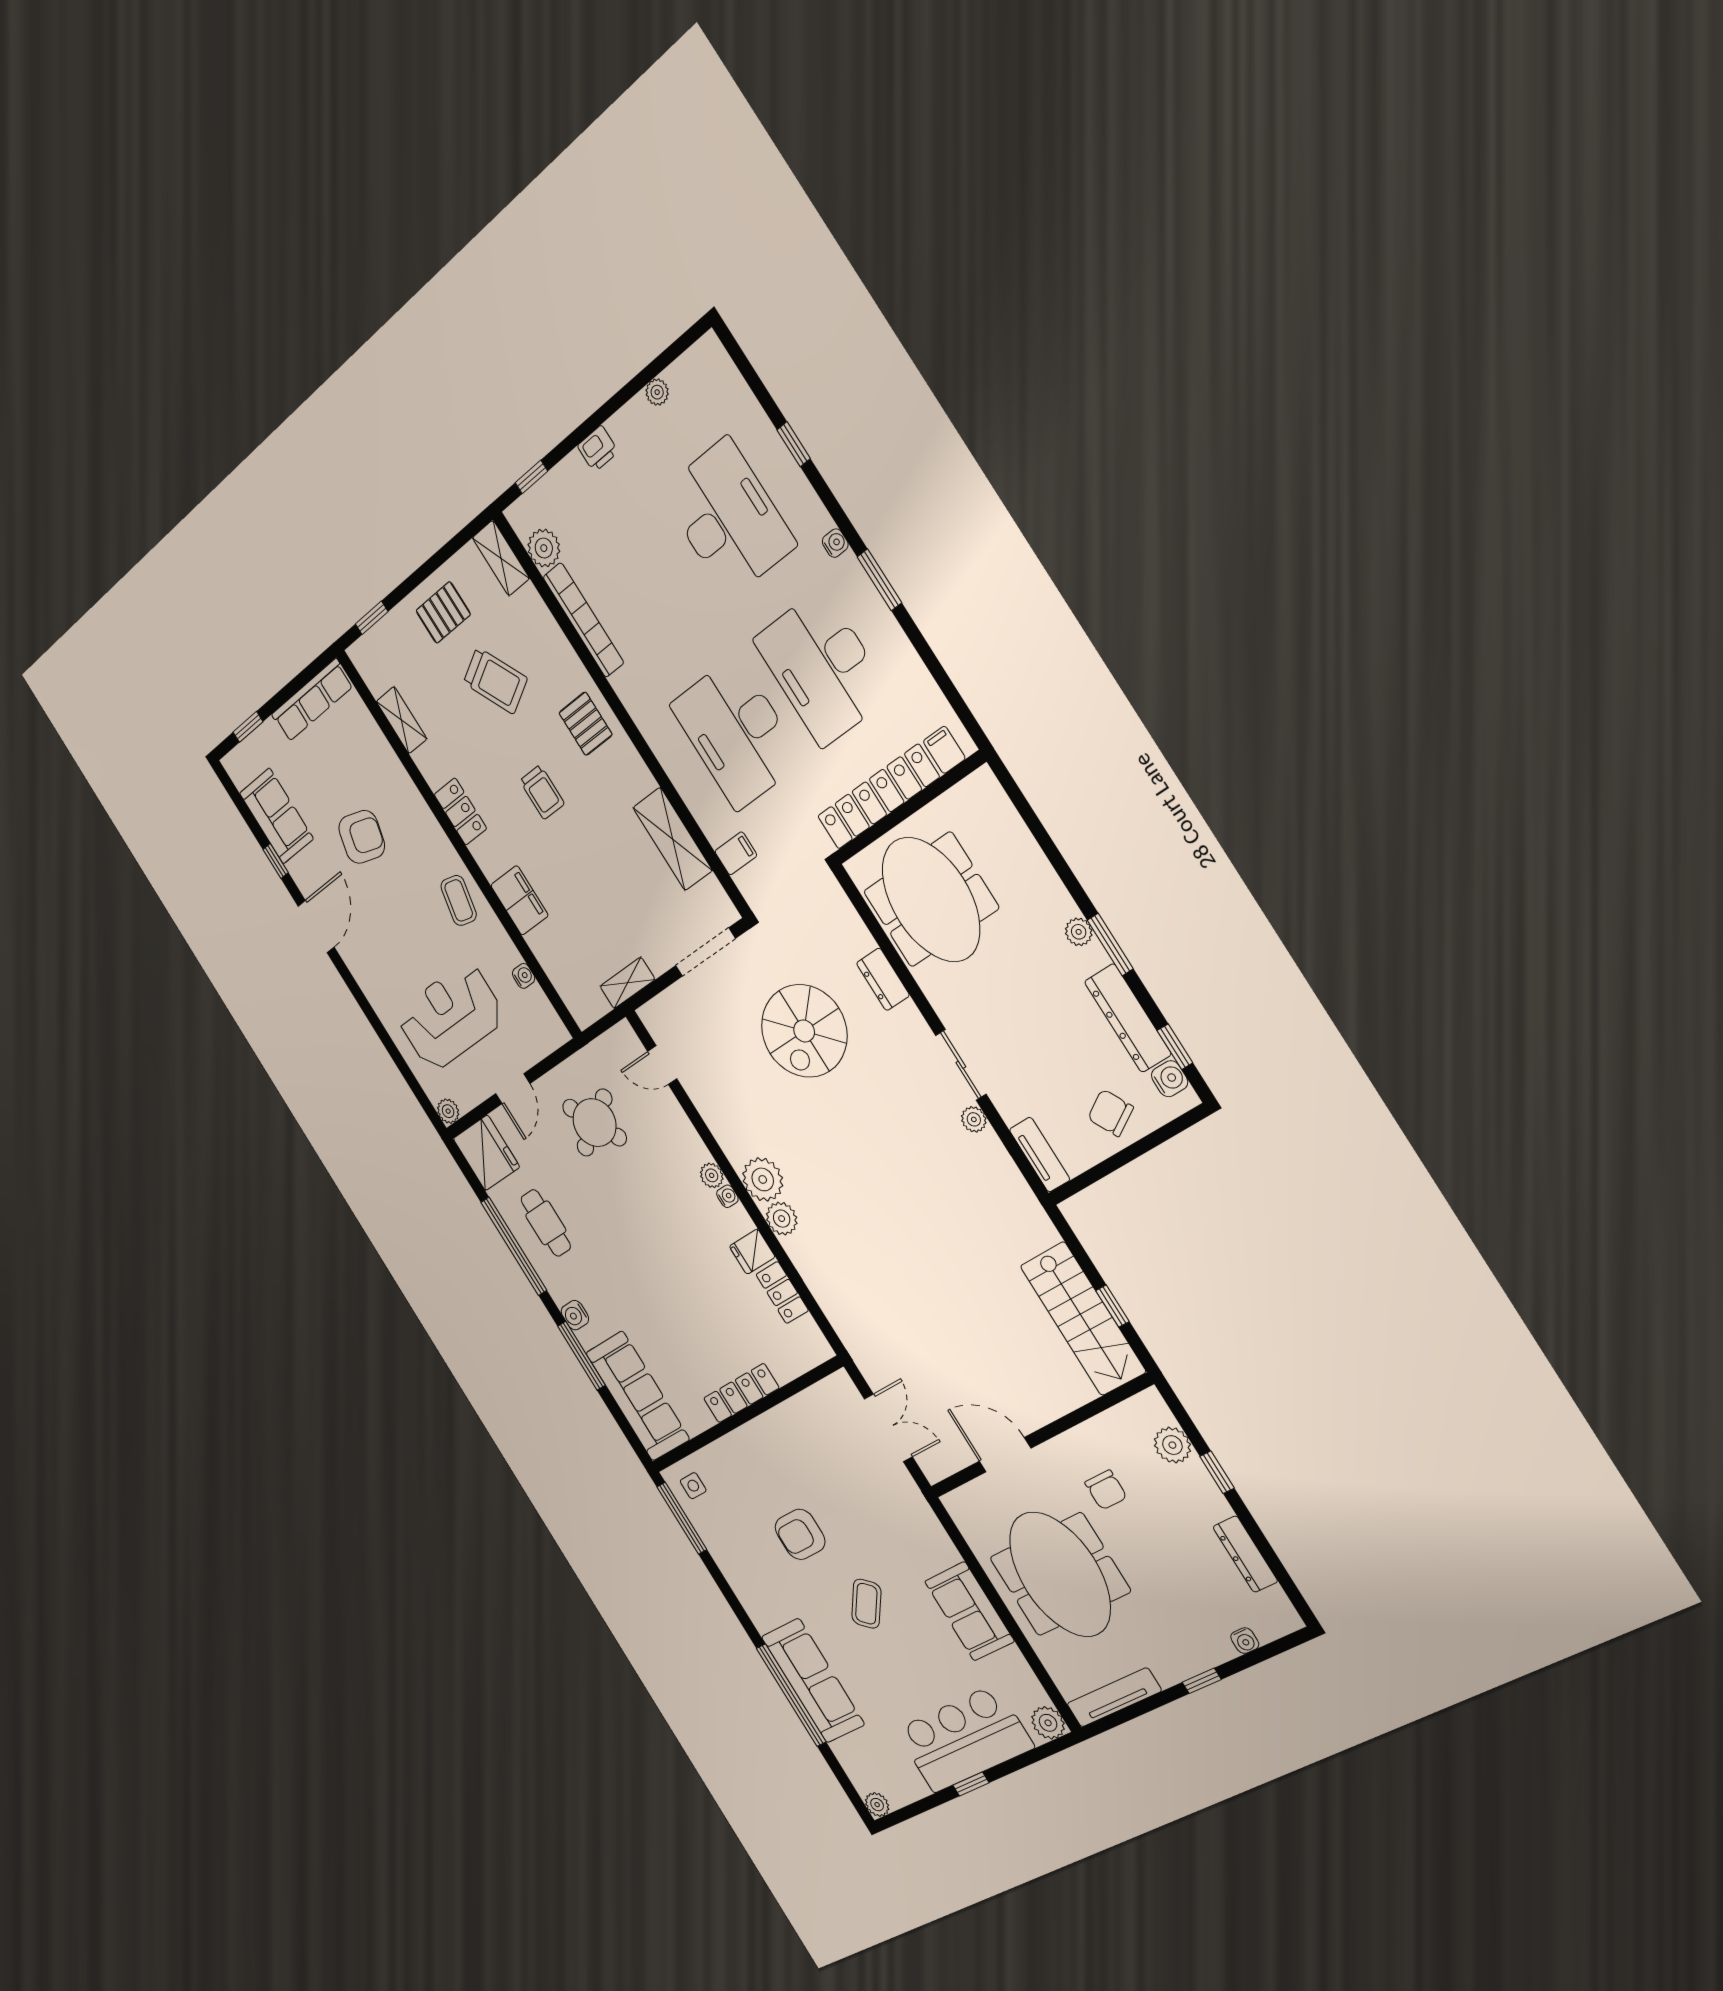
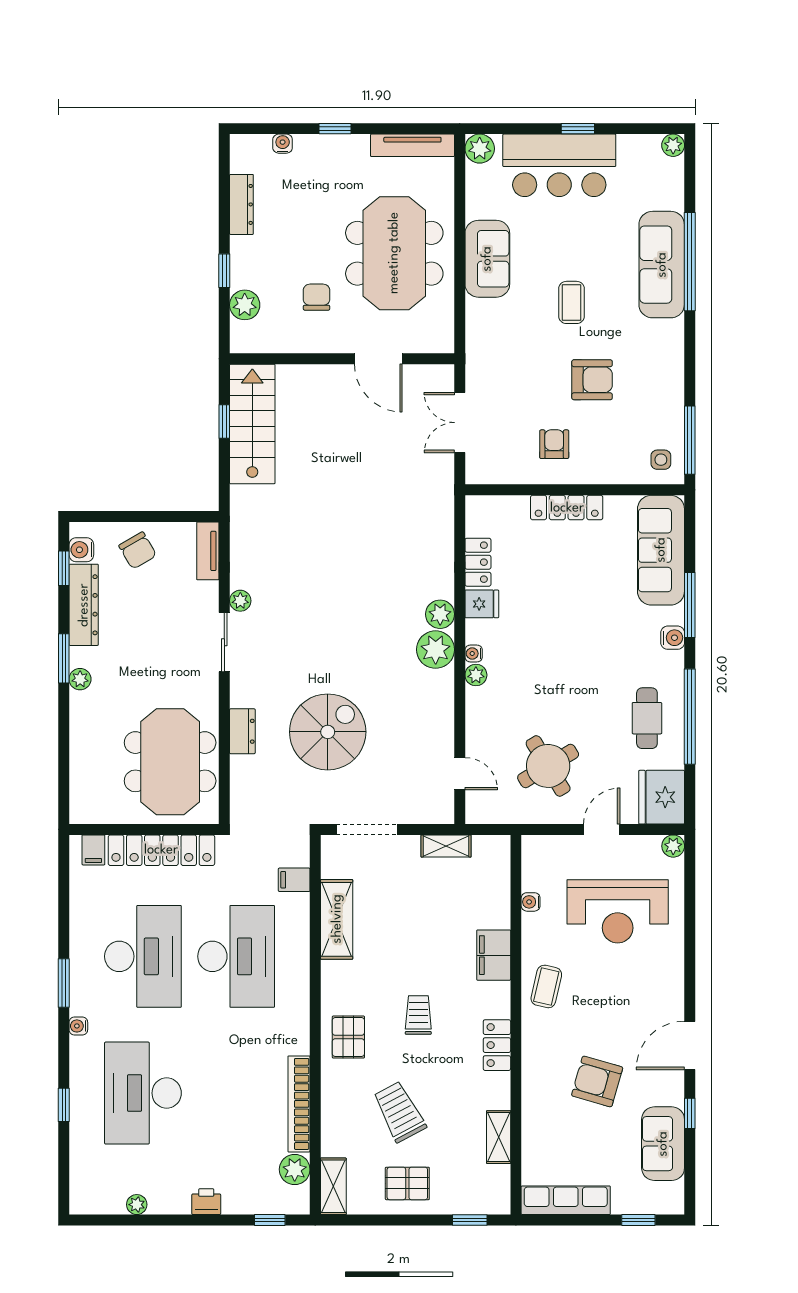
armchair: (792, 1451) -> (554, 444), added
coffee table: (866, 1604) -> (572, 302), turned -39

